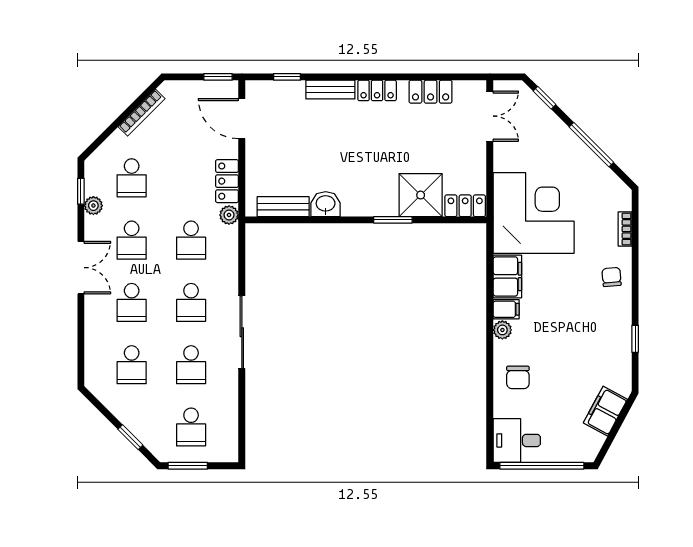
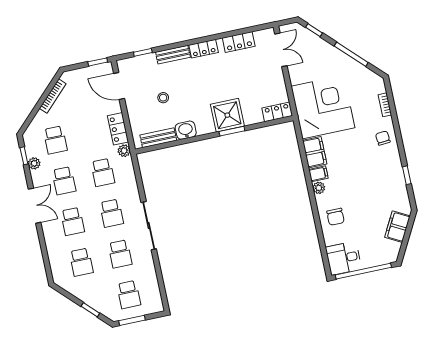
stool: (303, 150) -> (163, 98), added
shower: (421, 195) -> (227, 115), moved

